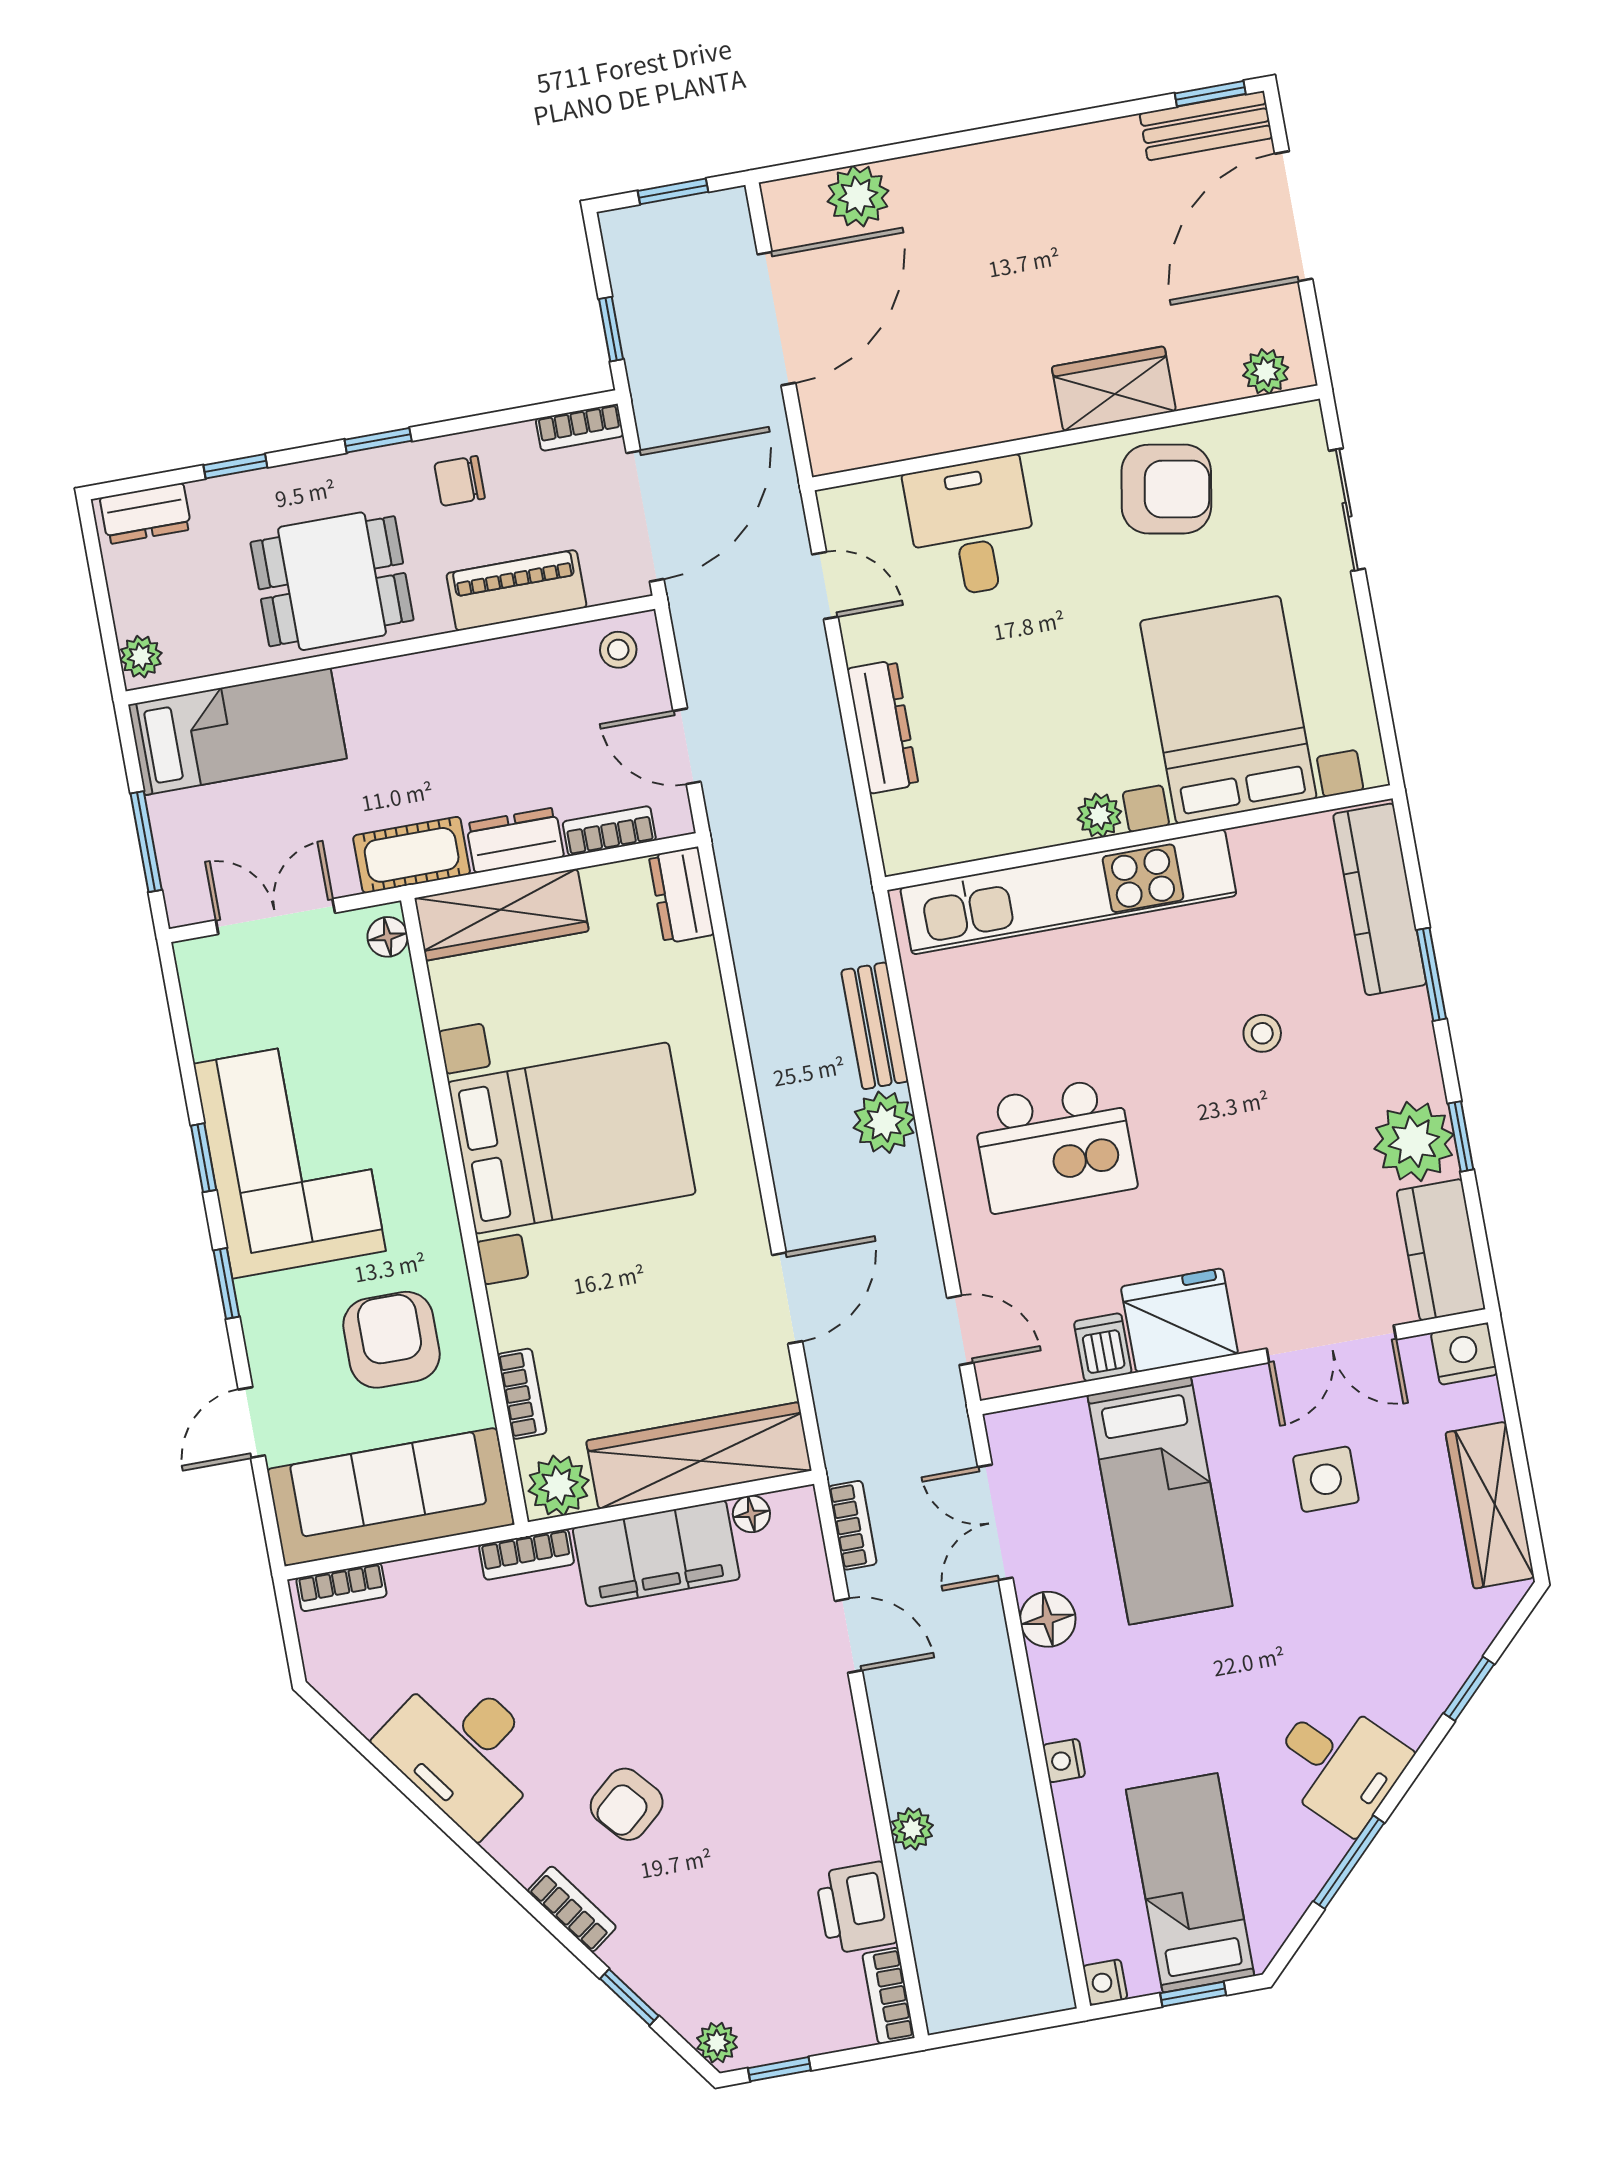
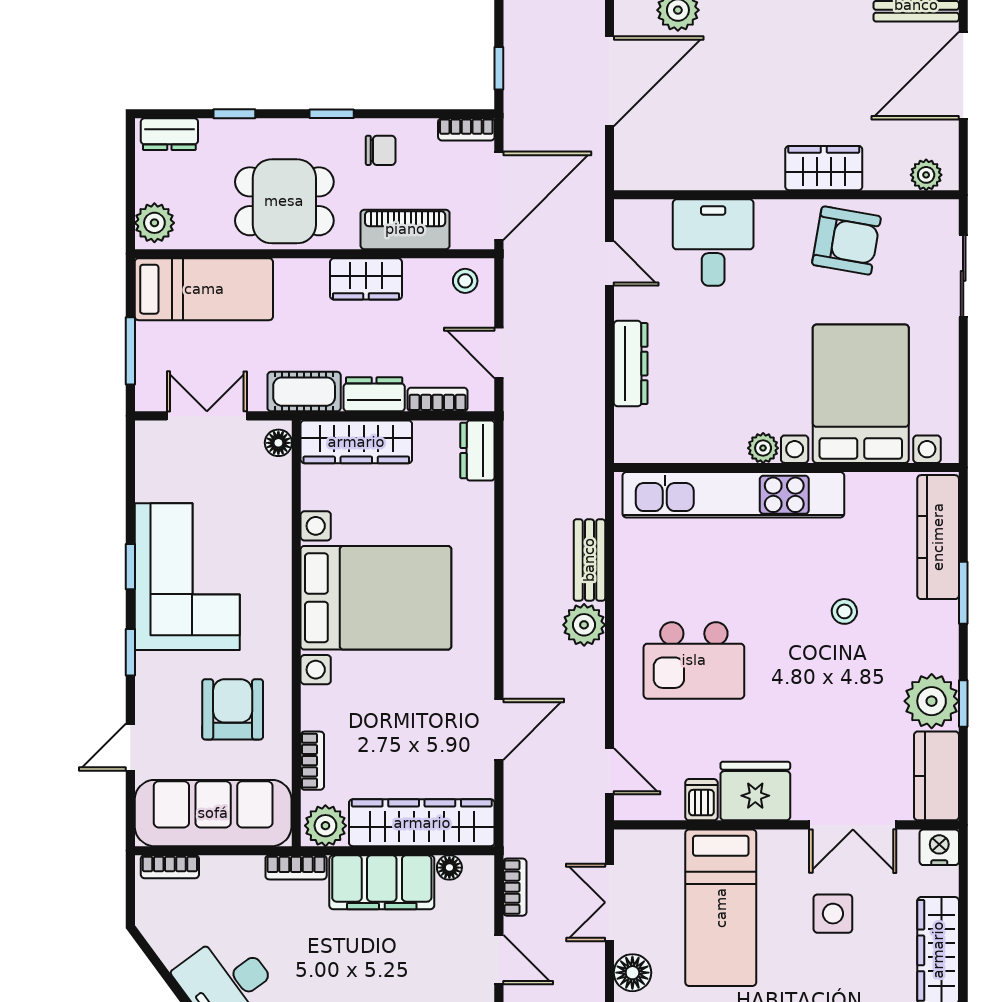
chair: (460, 481) -> (381, 150), turned 180
plant: (141, 657) -> (154, 223), width x1.38, depth x1.38
wardrobe: (472, 673) -> (366, 279), added

